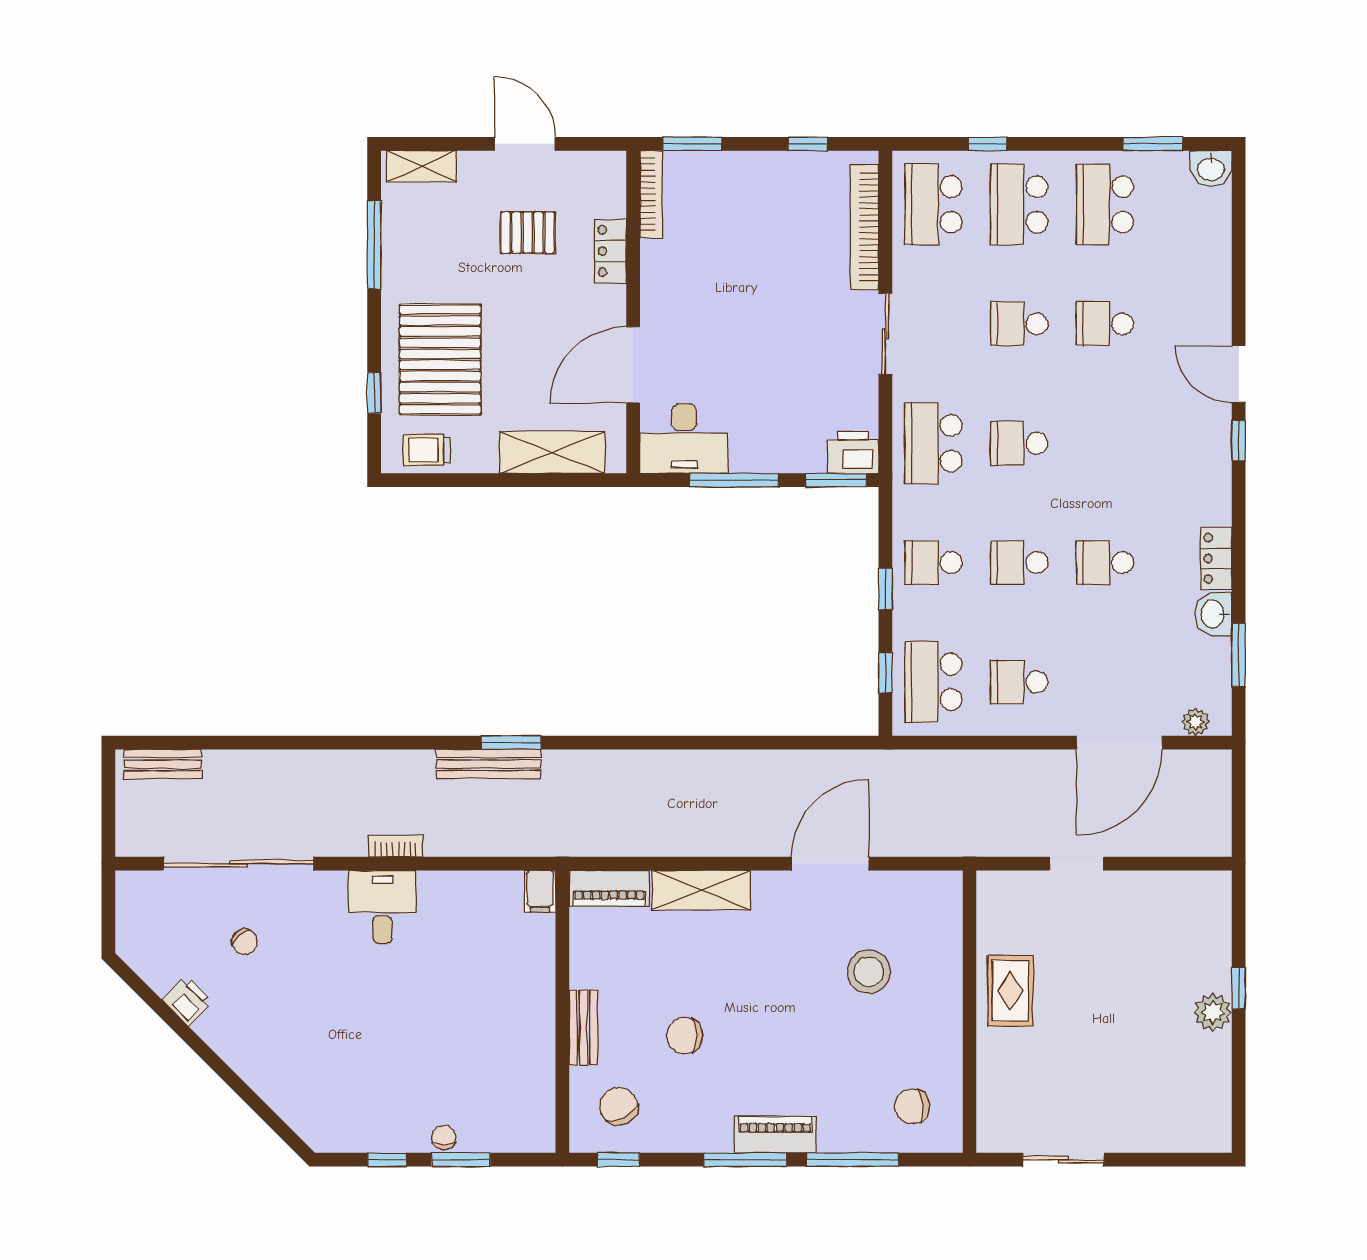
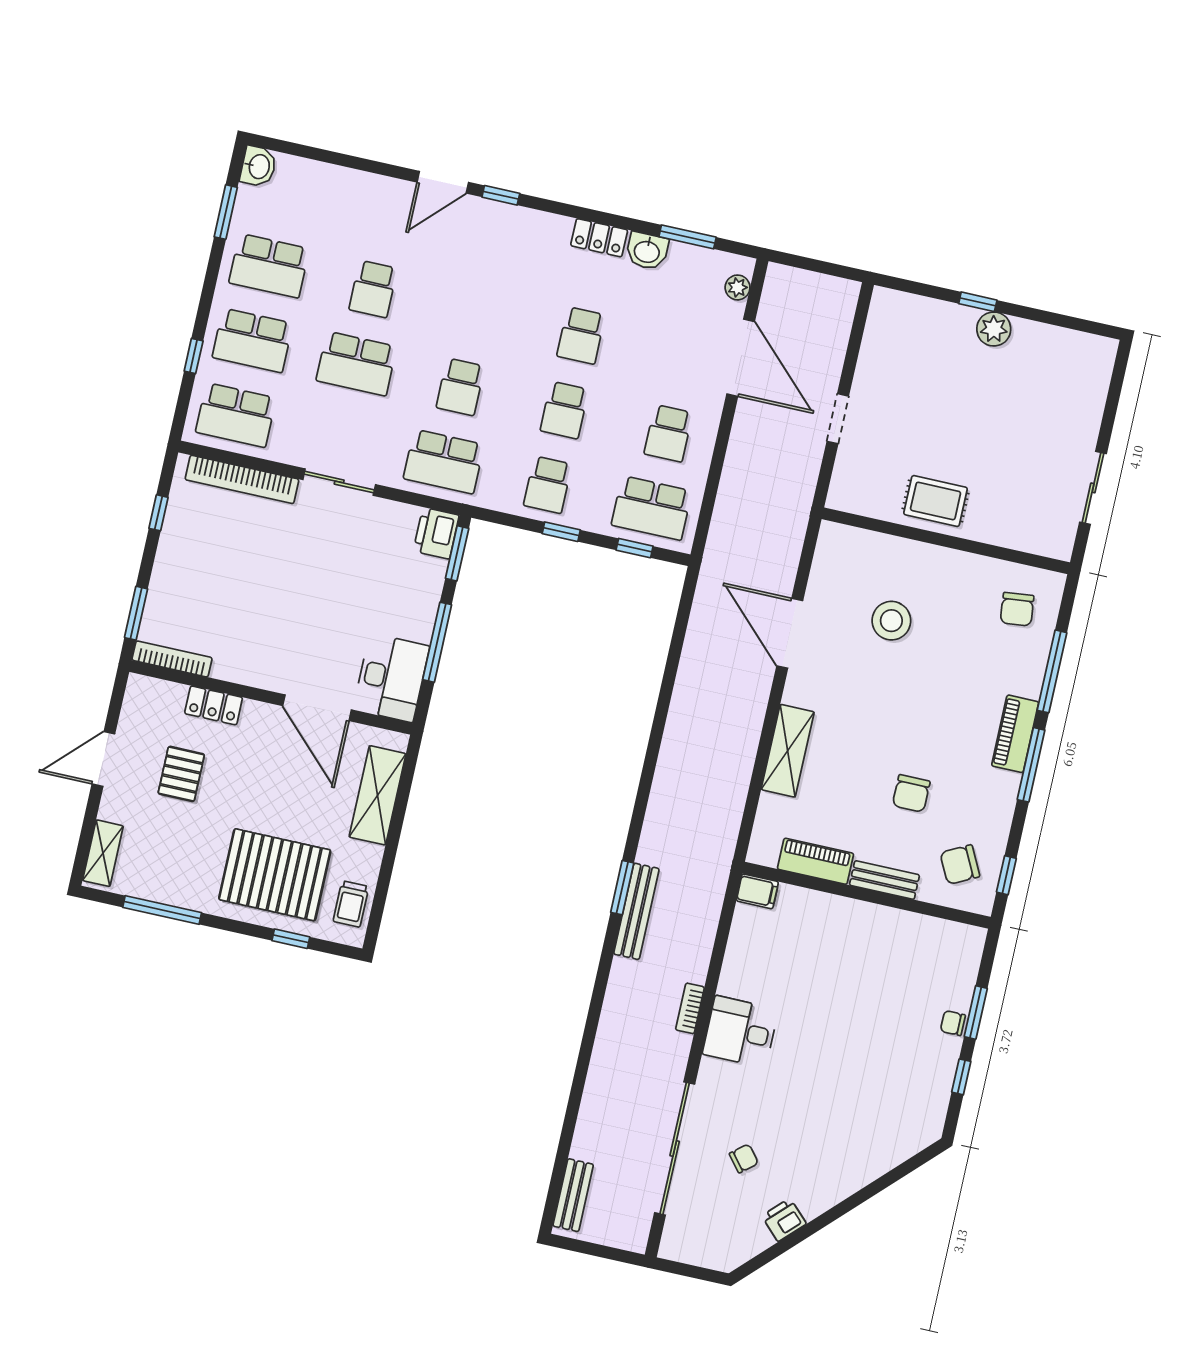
school desk: (1019, 324) -> (356, 364), width x1.85
piano: (609, 888) -> (815, 861), moved, turned -90

